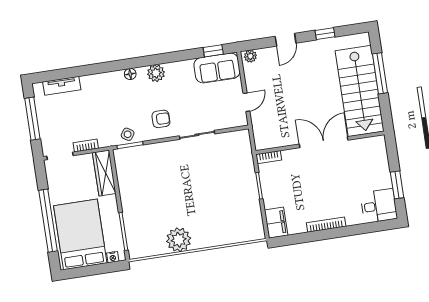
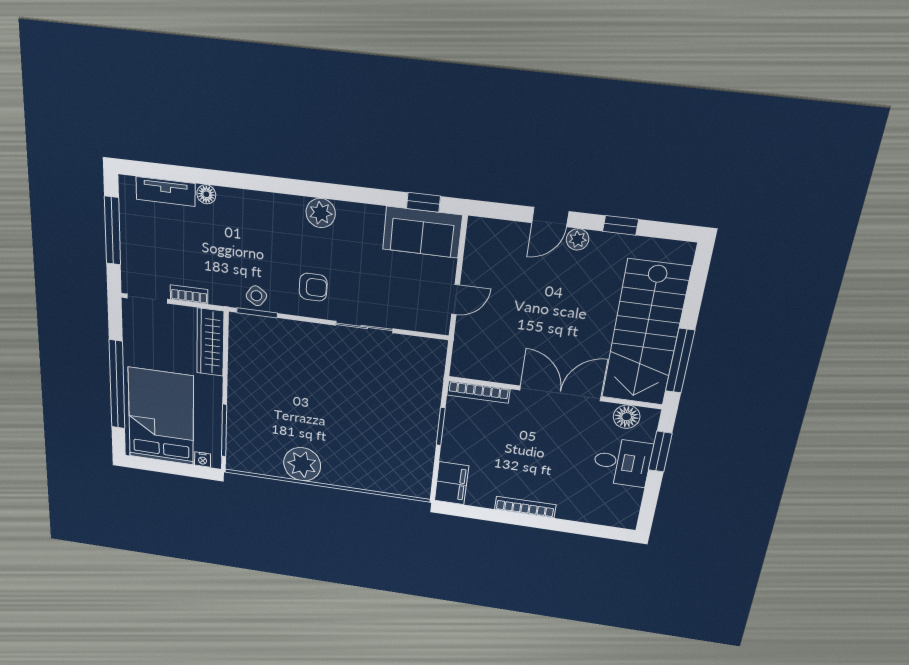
plant: (250, 56) -> (578, 239), moved
window: (380, 73) -> (680, 361), moved
floor lamp: (130, 74) -> (206, 194), moved
floor lamp: (367, 145) -> (627, 417), added
bookcase: (269, 157) -> (478, 392), width x1.56
window: (397, 185) -> (660, 452), moved
desk: (379, 206) -> (622, 462), moved

